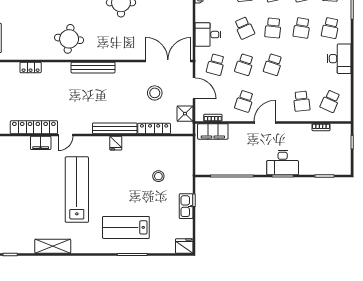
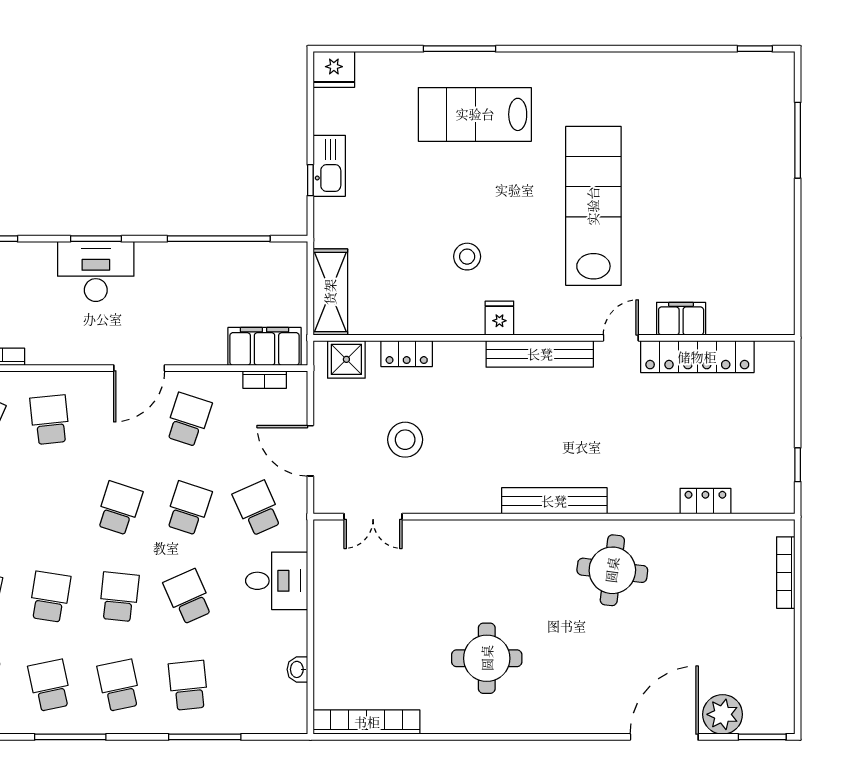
double door: (168, 61) -> (373, 517), width x0.54
school desk: (216, 65) -> (258, 508), turned -39
shower: (185, 114) -> (346, 359), moved
bench: (115, 128) -> (540, 354), moved
locker: (154, 129) -> (407, 354), width x0.66
stool: (158, 176) -> (467, 257), moved
lab bench: (77, 190) -> (593, 206), turned 180
lab bench: (126, 227) -> (475, 114), turned 180
shelving: (53, 246) -> (330, 292), moved, turned 90

